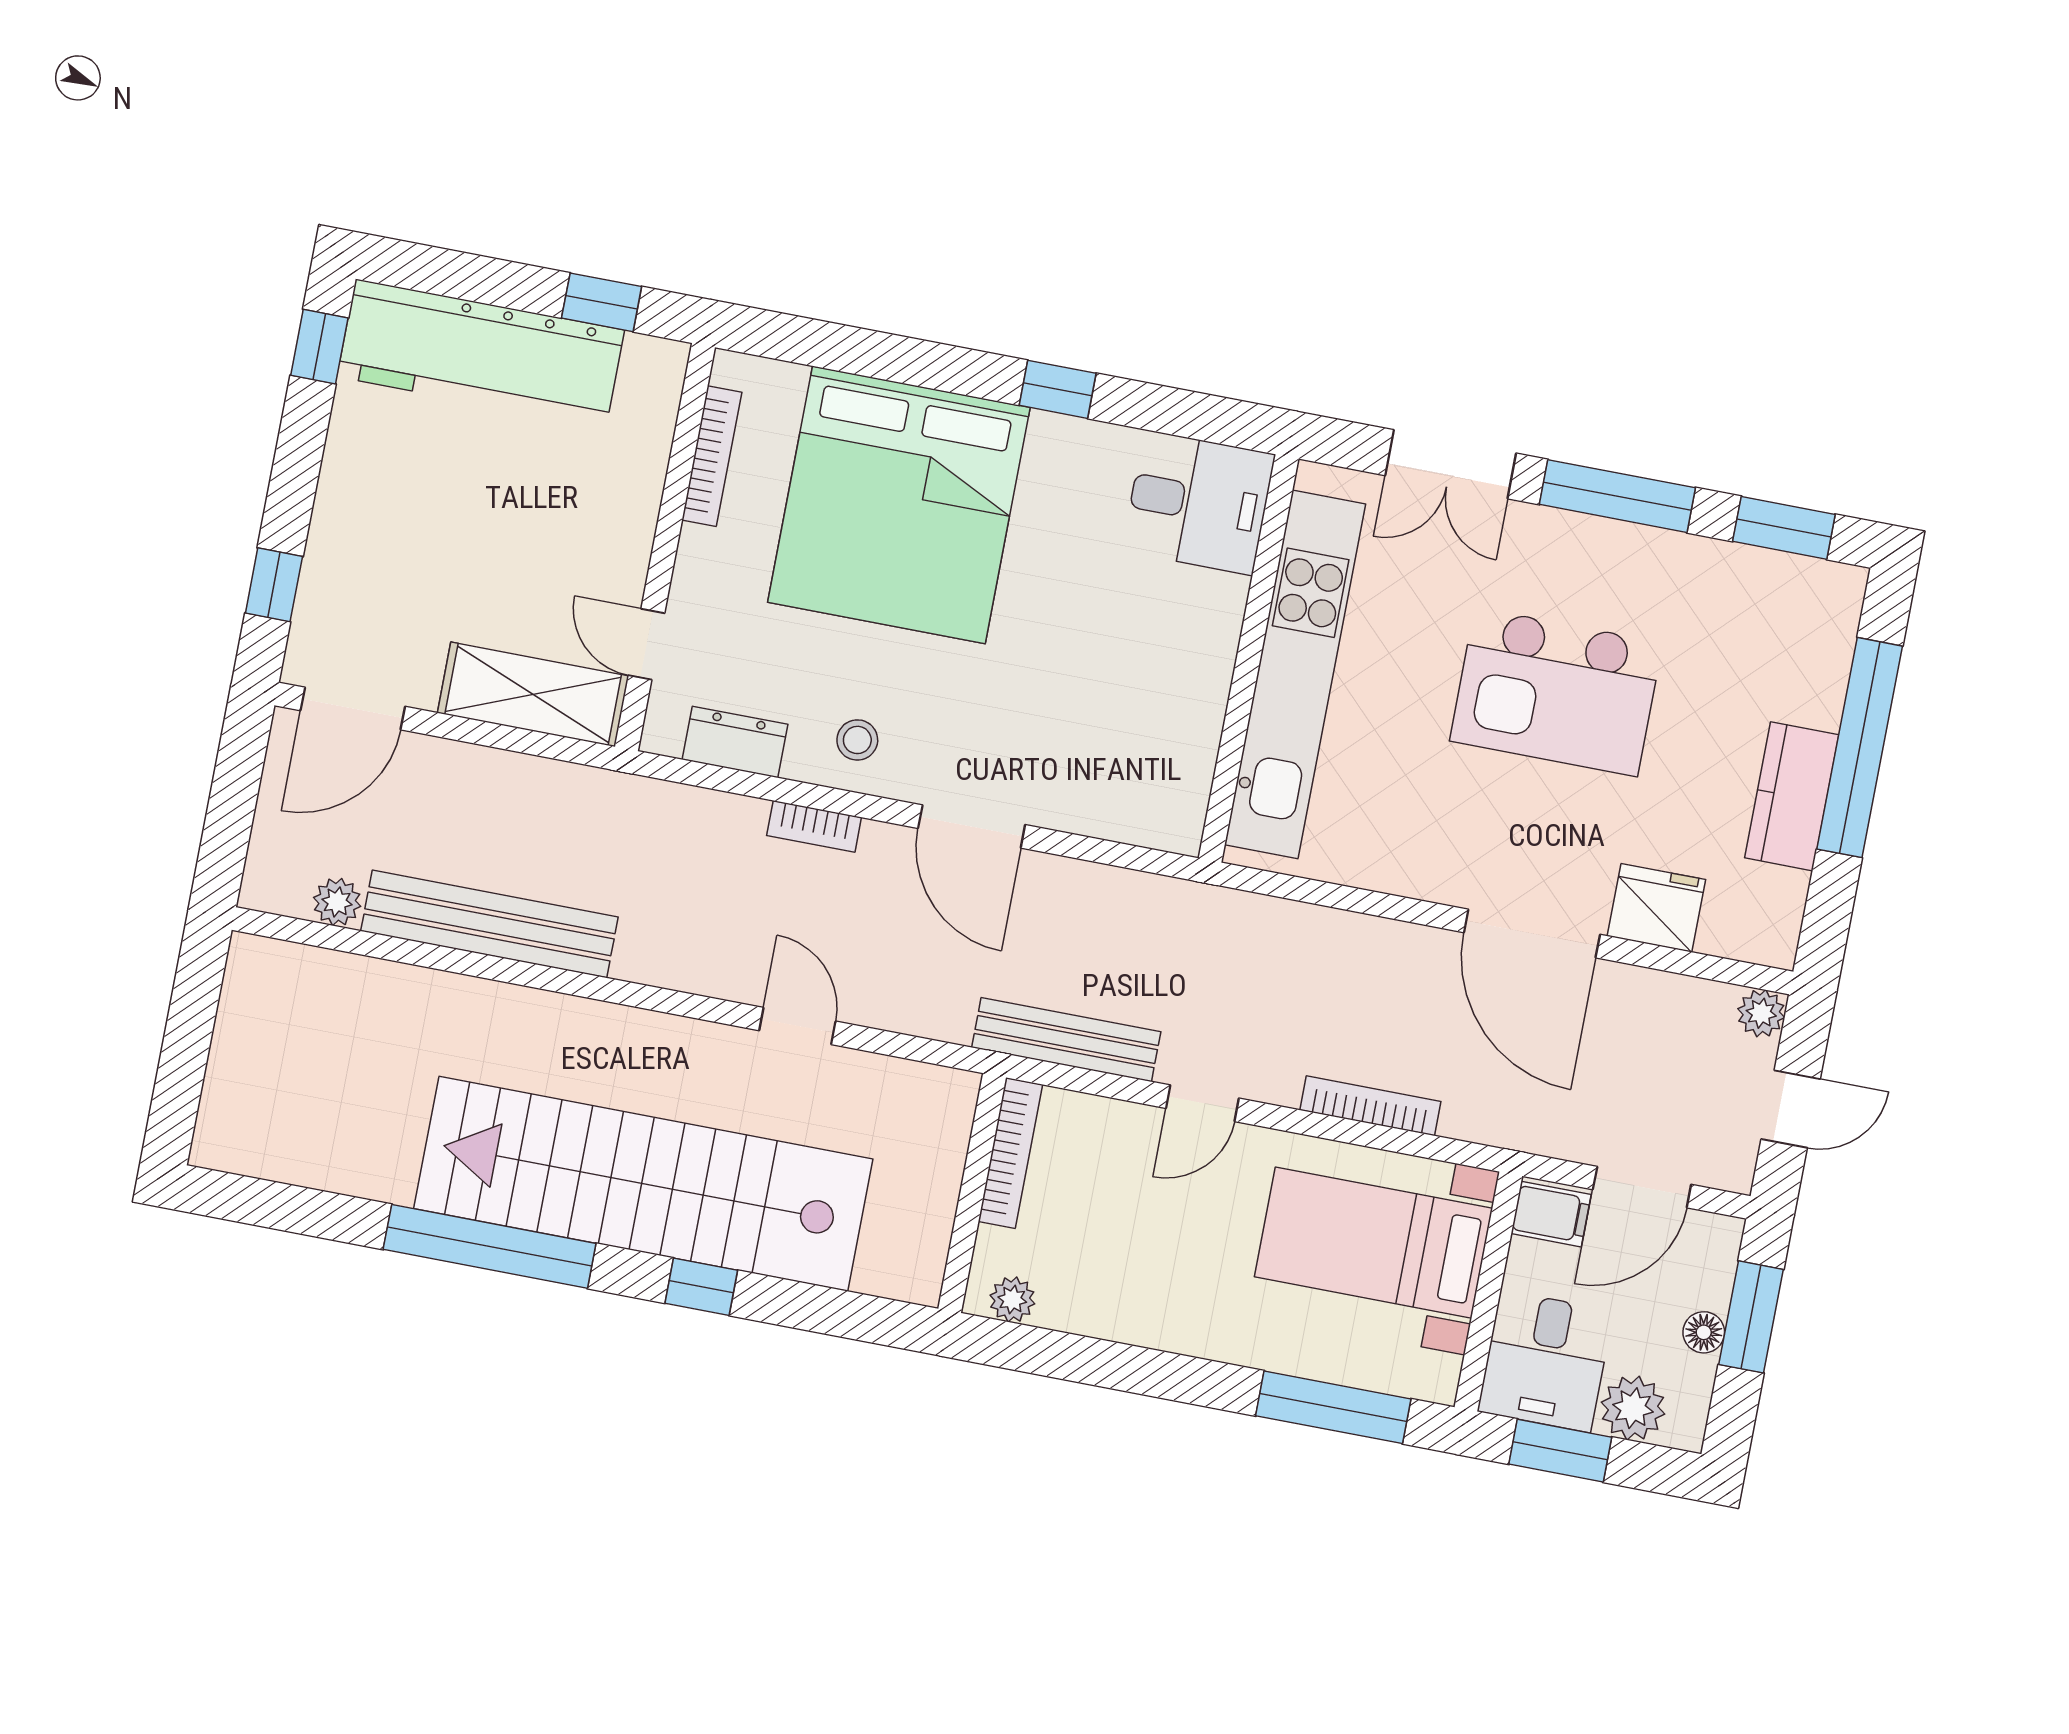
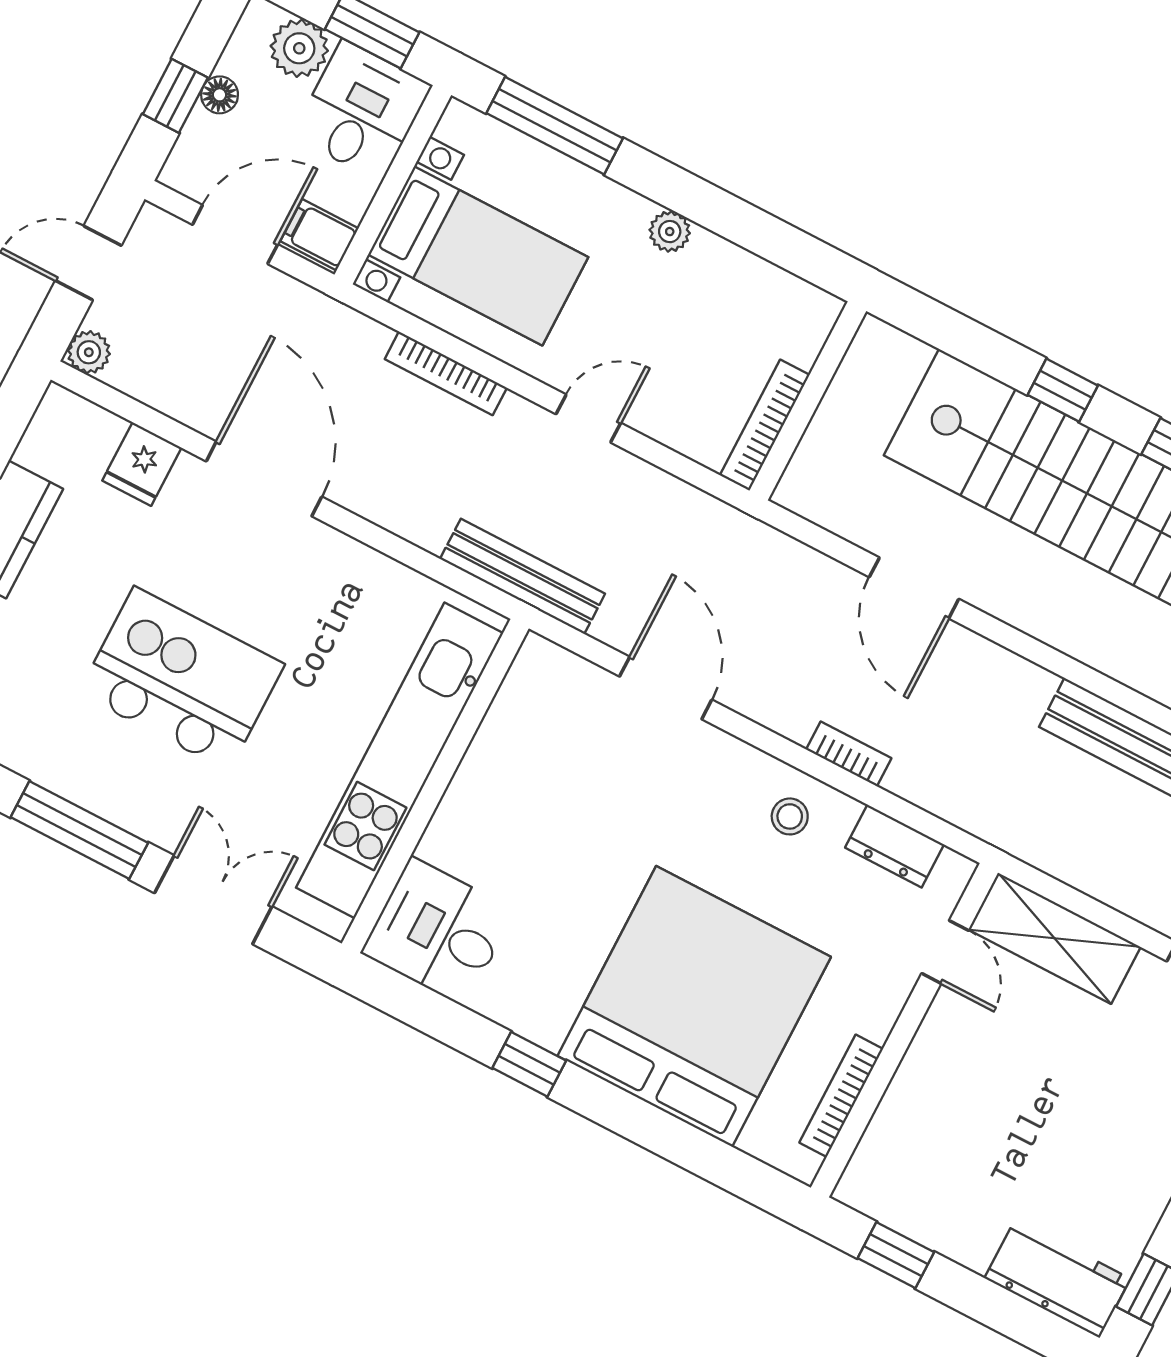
workbench: (481, 353) -> (1057, 1278), width x0.53, depth x0.76
door: (972, 827) -> (666, 688), moved
fridge: (1656, 908) -> (142, 464), width x0.72
door: (797, 1026) -> (914, 588), width x1.38
bench: (1066, 1040) -> (523, 576), moved
plant: (1012, 1300) -> (670, 232), moved
window: (1751, 1317) -> (175, 96), width x0.67

